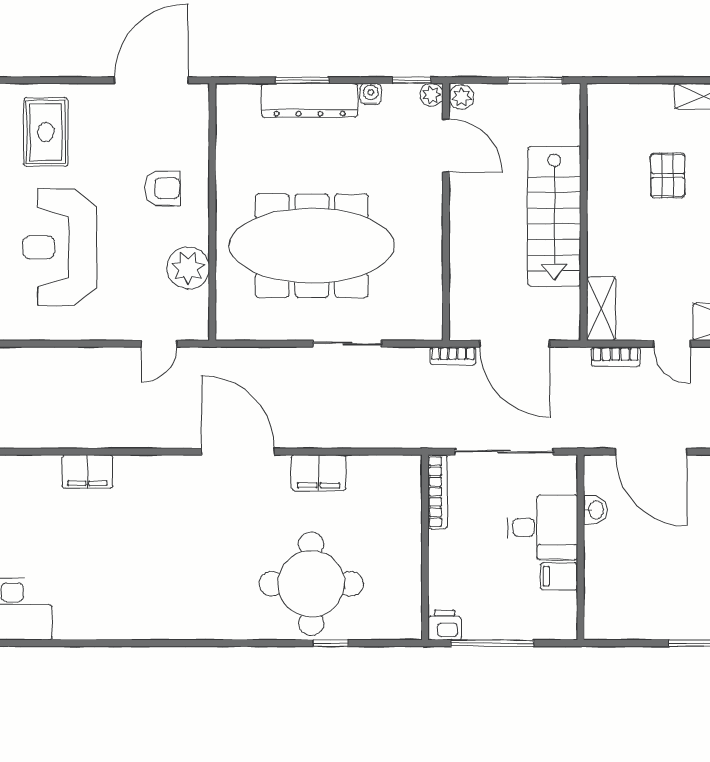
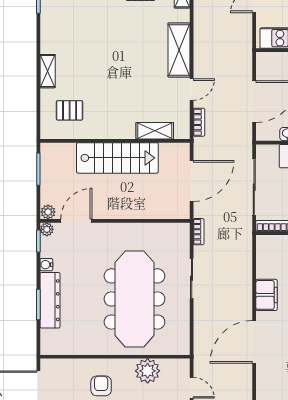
pallet: (668, 175) -> (70, 110), moved
shelving: (601, 309) -> (155, 131), moved
bookcase: (453, 356) -> (199, 232), moved

